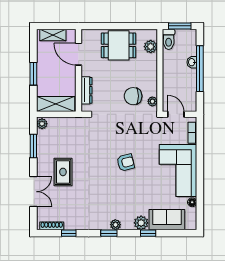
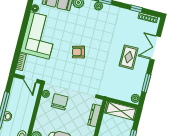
chair: (133, 96) -> (60, 102), turned -90

